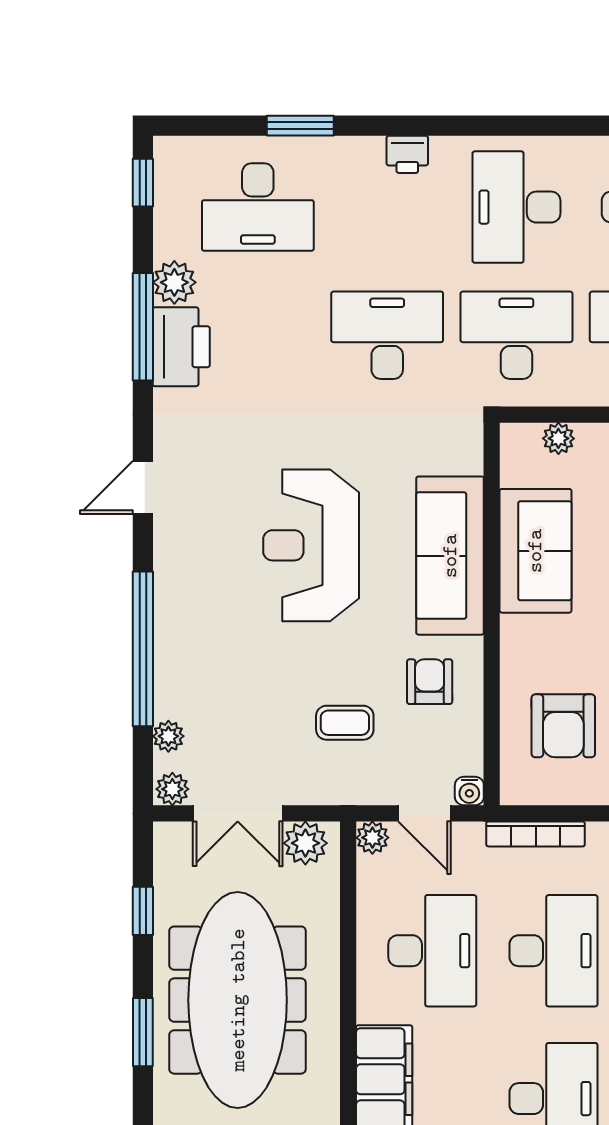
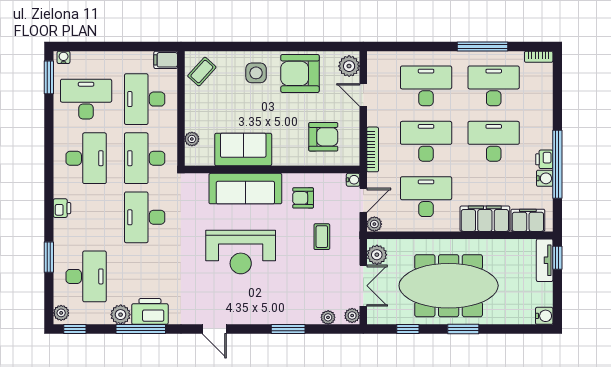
plant: (178, 153) -> (61, 313), added
desk: (516, 207) -> (86, 158), turned -90
window: (143, 649) -> (288, 329), width x0.47

